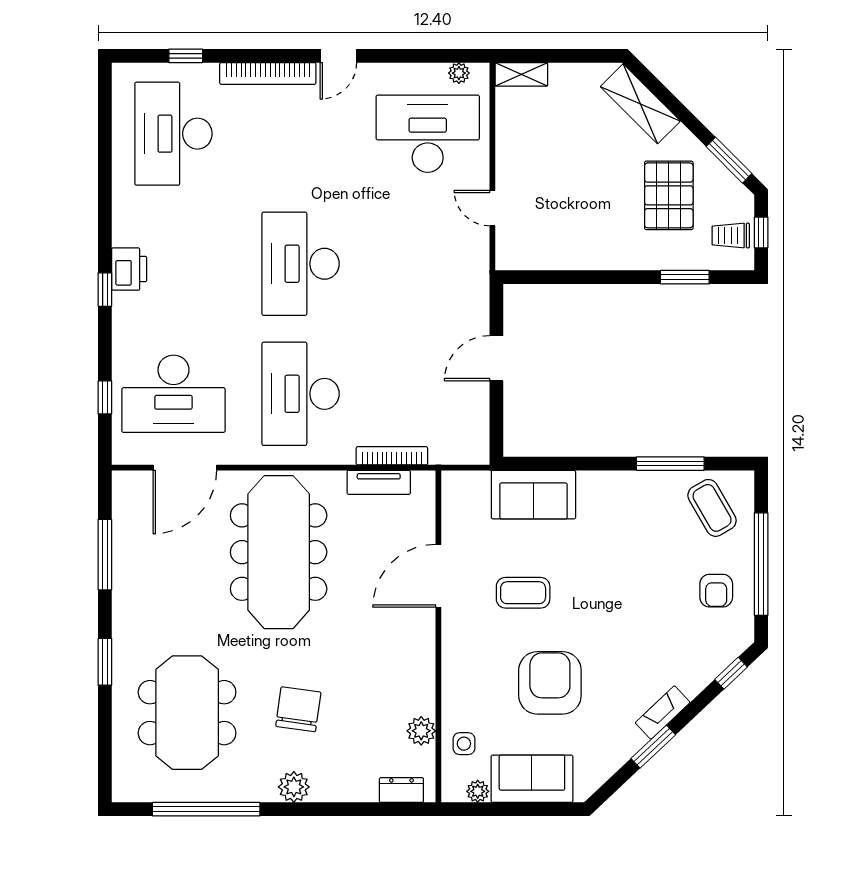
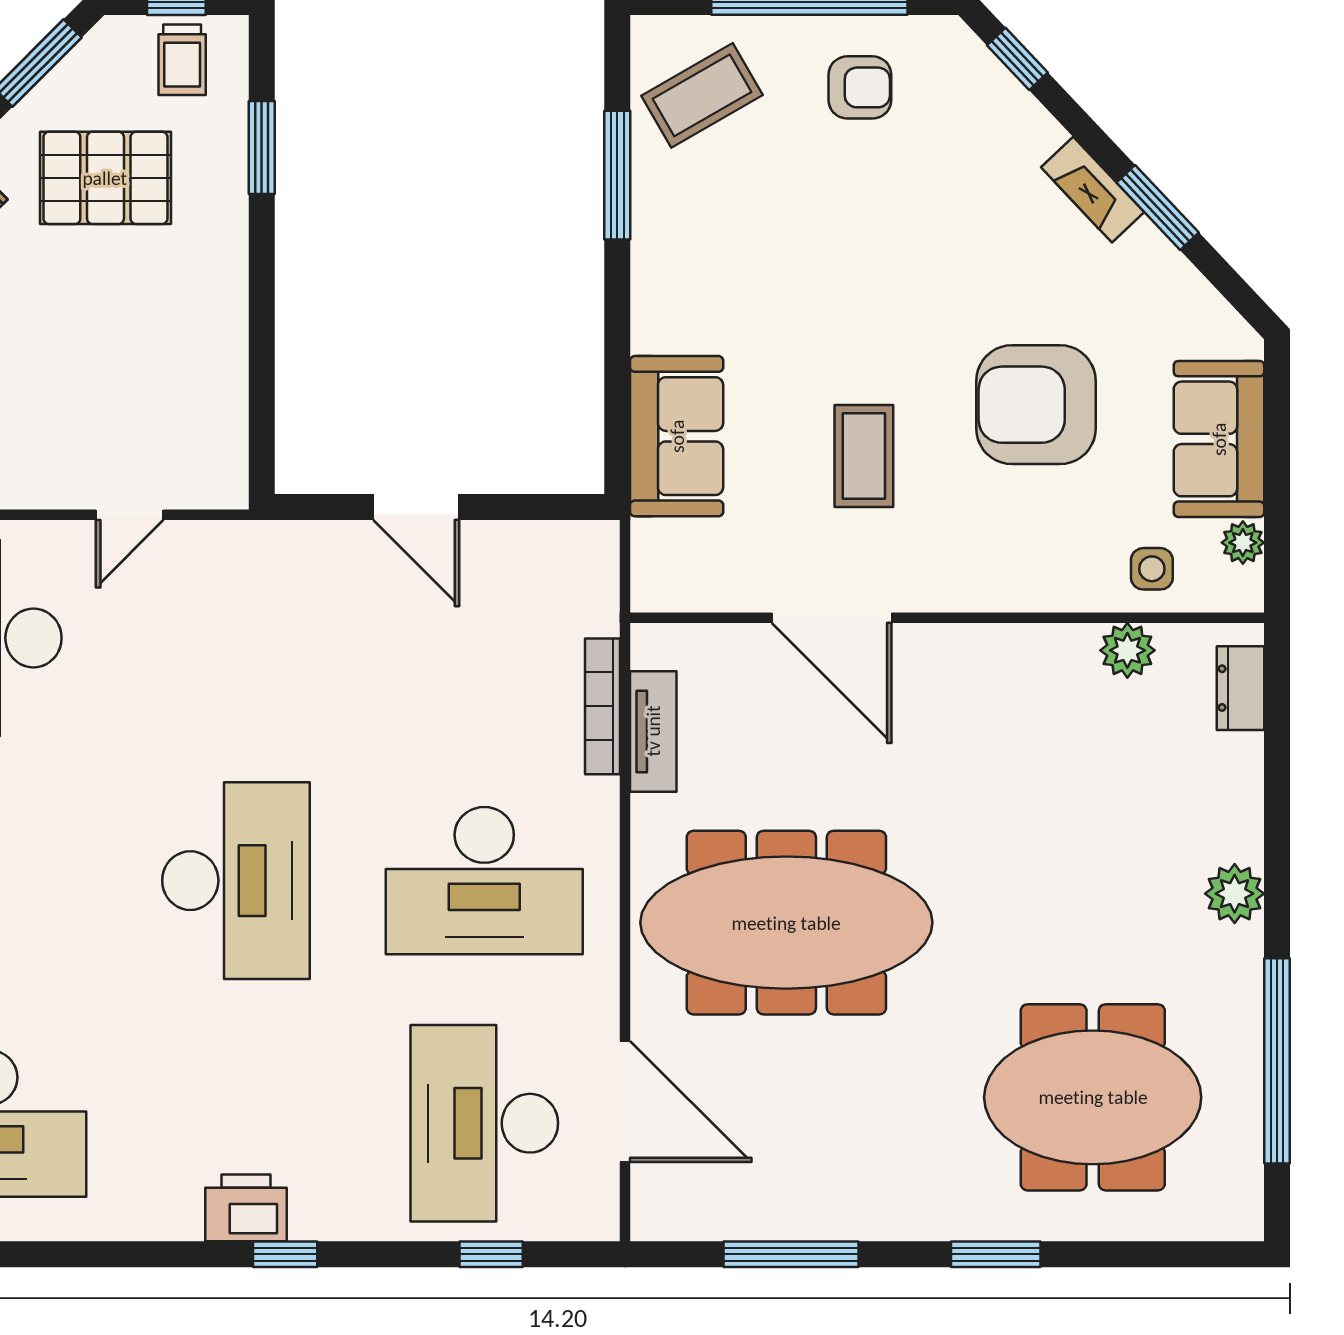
desk: (301, 264) -> (236, 881), turned -90
desk: (173, 394) -> (484, 1123), turned 180
chair: (298, 709) -> (1086, 885), removed

